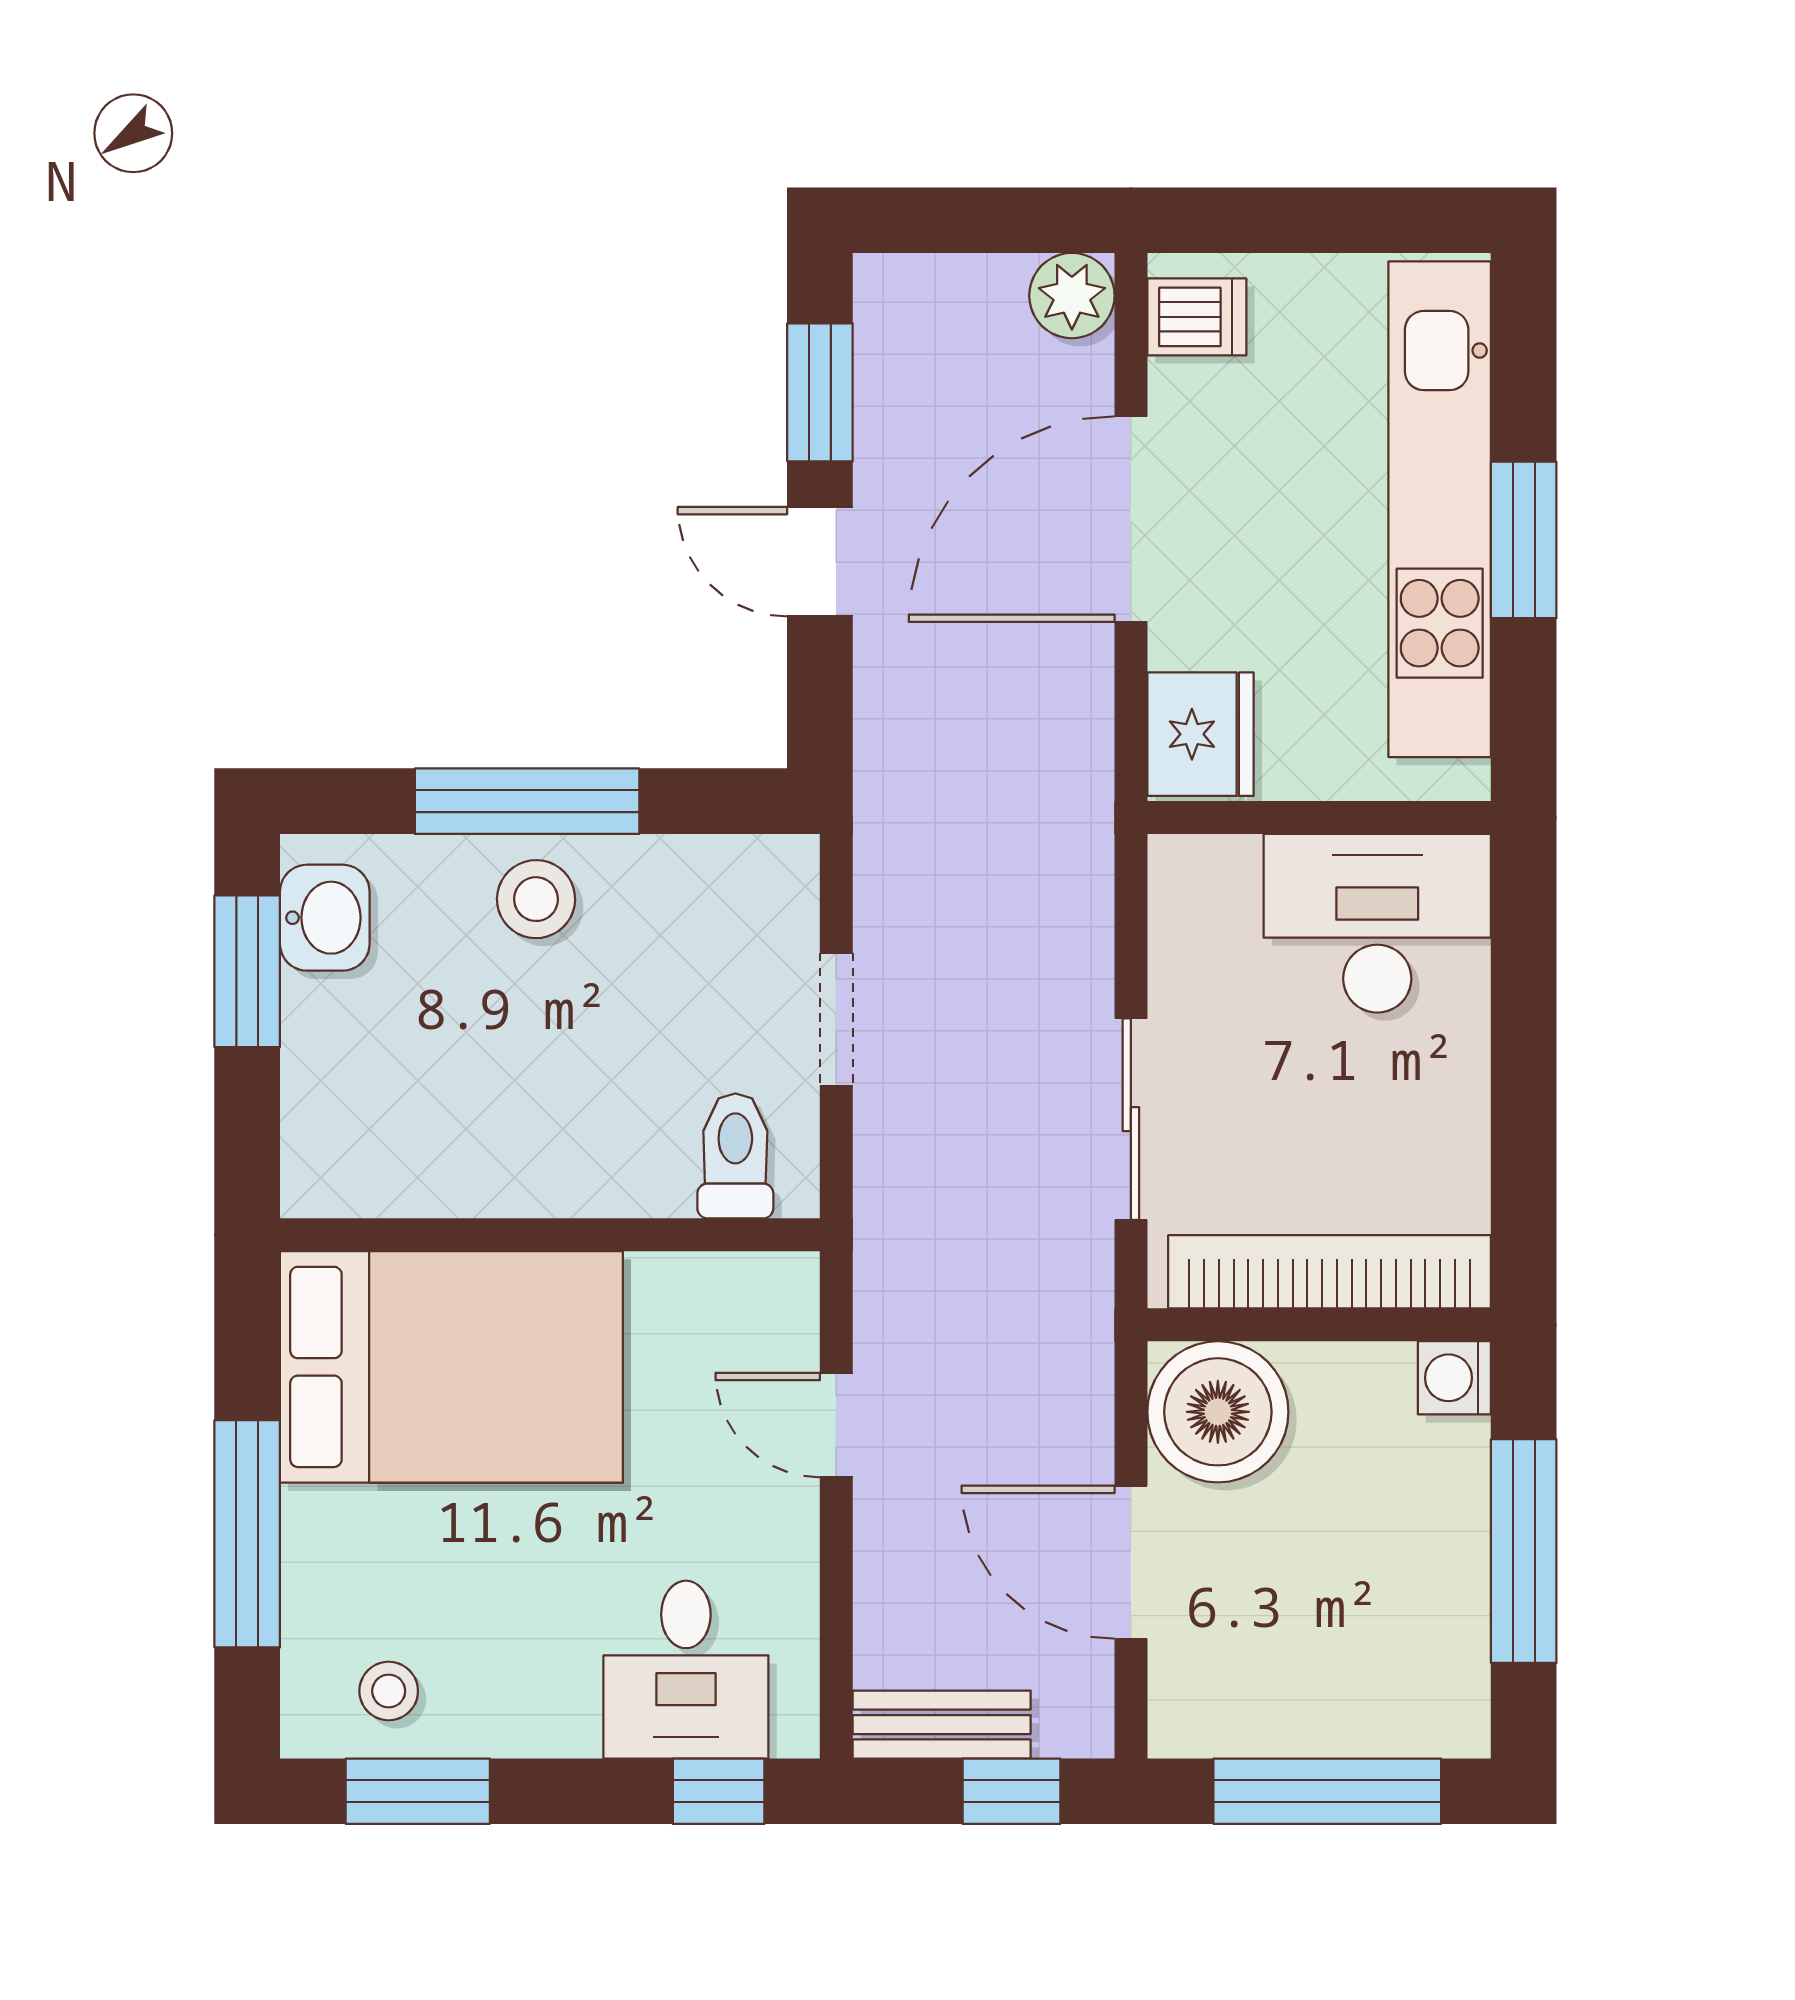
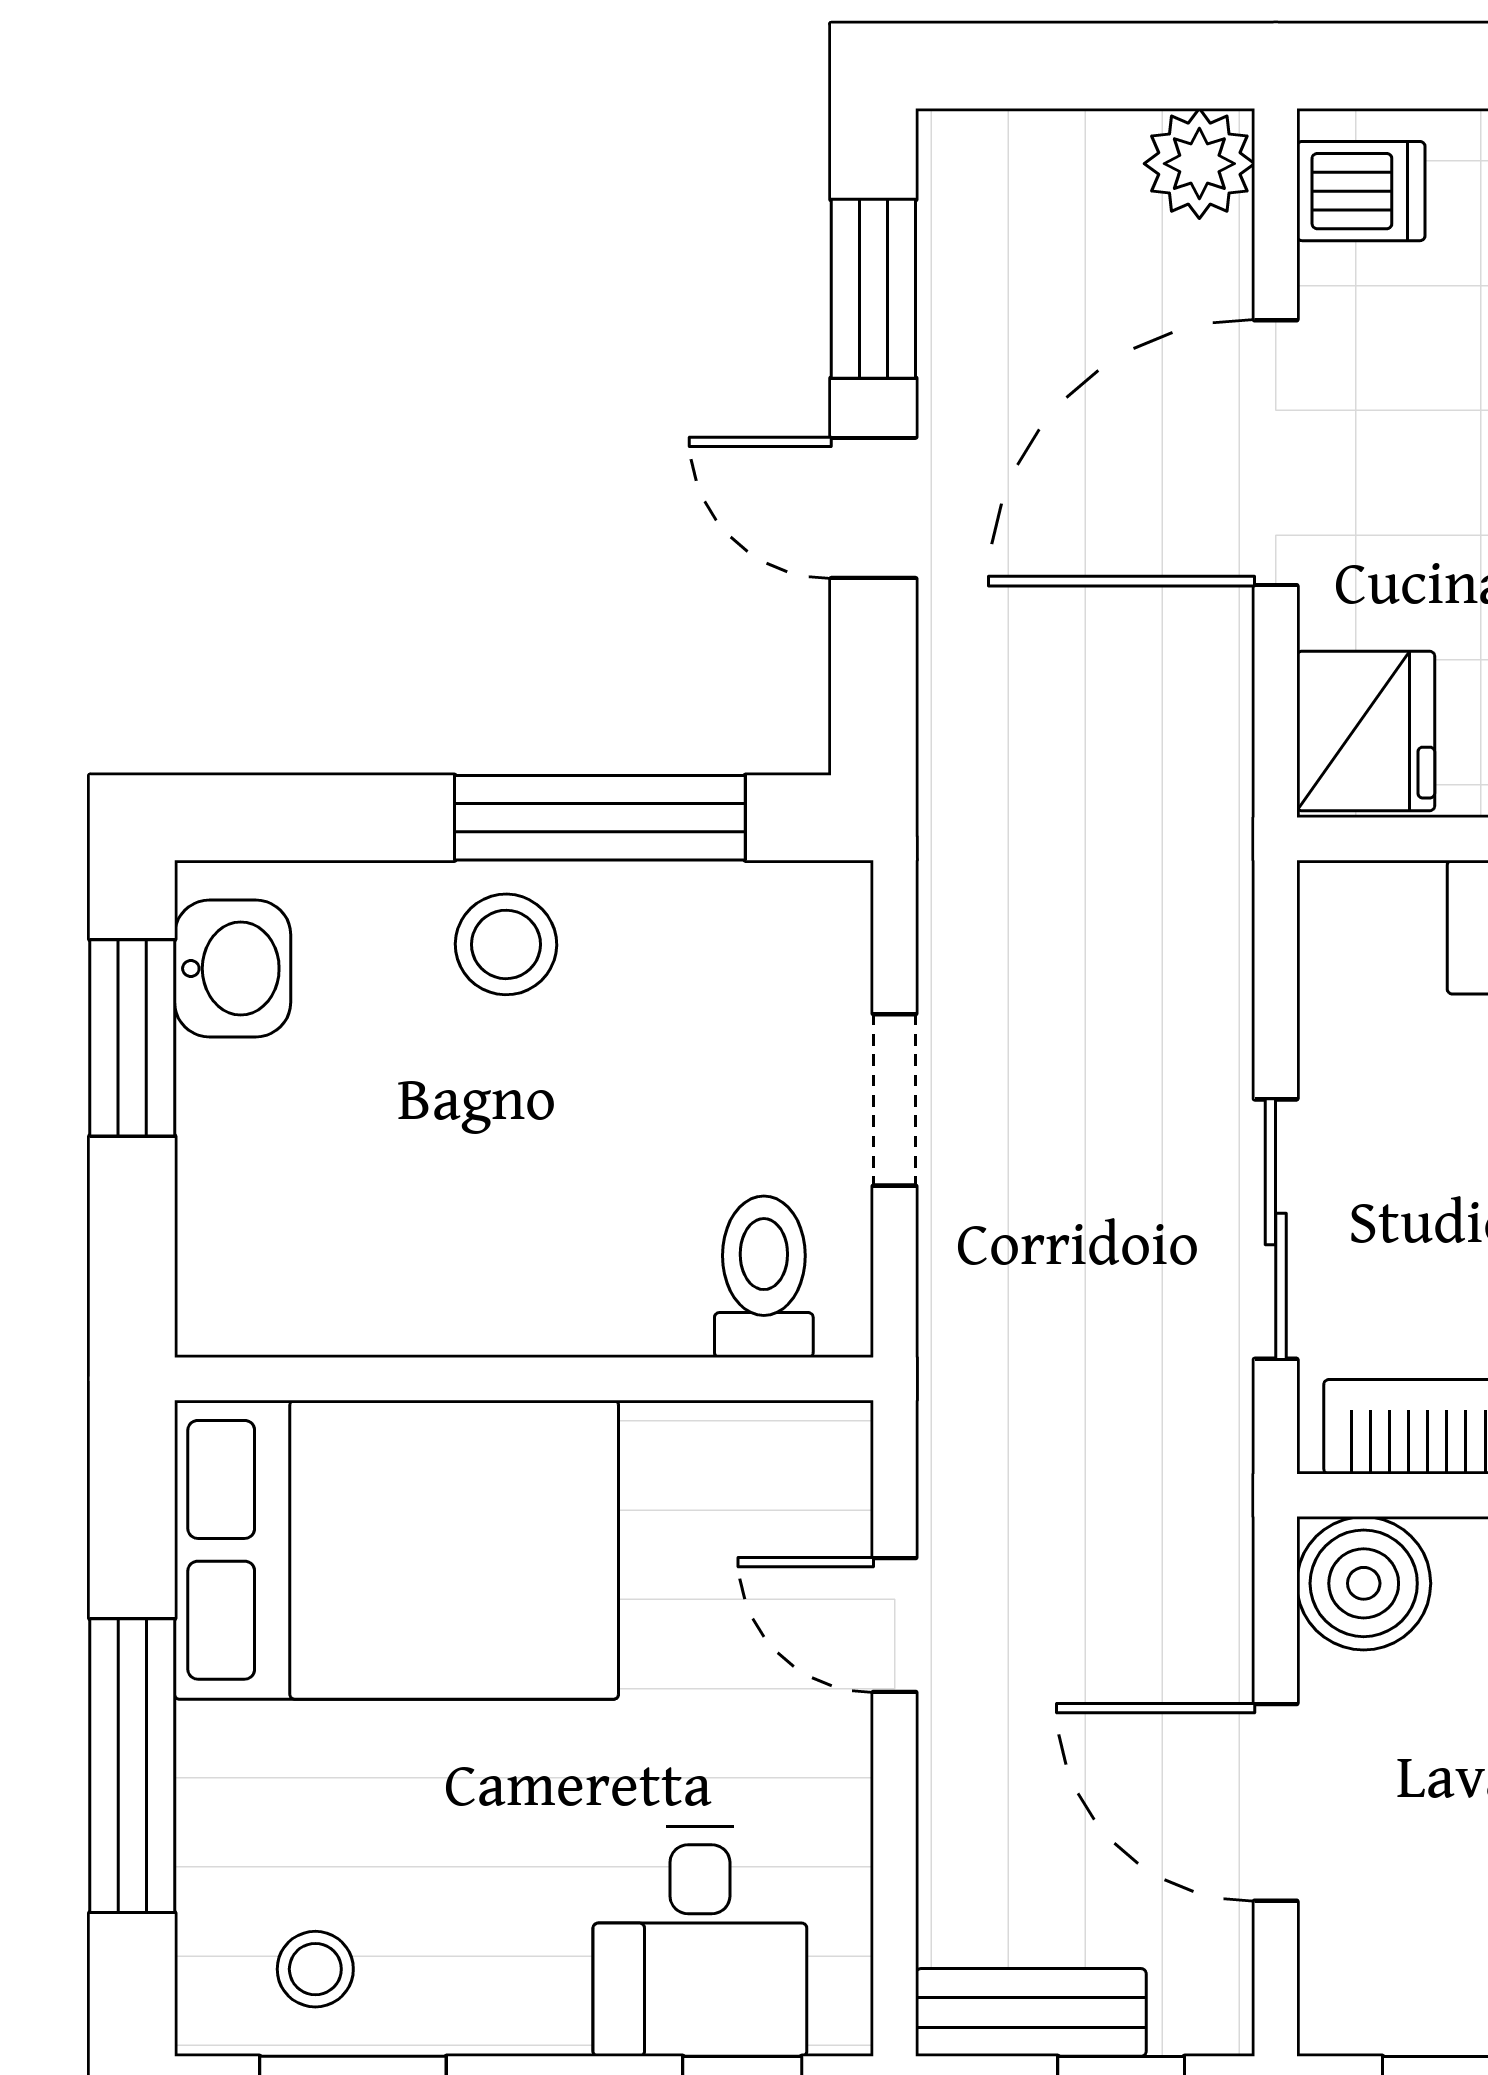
window: (527, 801) -> (600, 818), moved
boiler: (1218, 1412) -> (1364, 1583), width x0.73, depth x0.73

